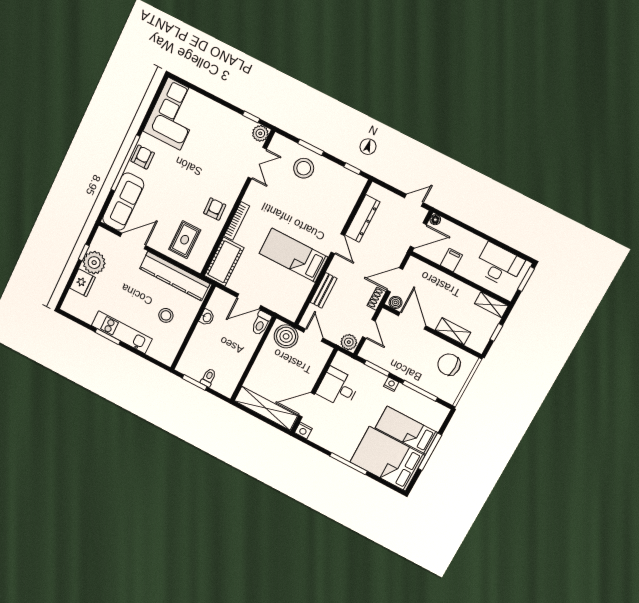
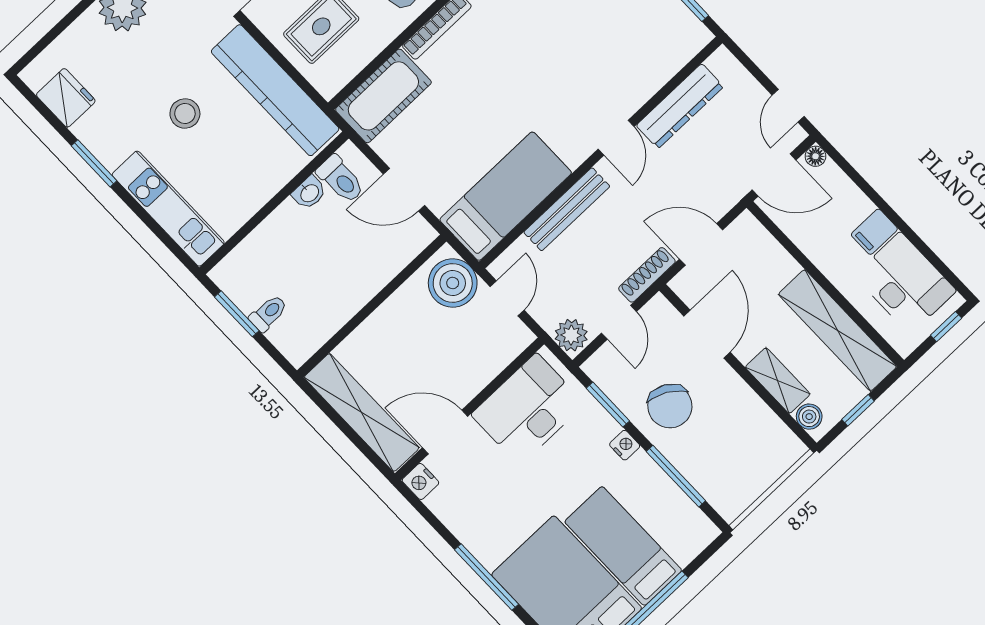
door: (414, 200) -> (788, 106), swing flipped
bed: (294, 255) -> (506, 196), moved, turned 90
filing cabinet: (451, 260) -> (874, 232), moved, turned 180
window: (526, 279) -> (946, 327), width x0.67
fridge: (82, 283) -> (66, 98), moved, turned -90
bench: (324, 290) -> (567, 209), width x1.36
shoe rack: (376, 299) -> (647, 275), width x1.43
boiler: (396, 302) -> (809, 417), moved
shelving: (491, 305) -> (838, 330), width x2.20, depth x1.33
stool: (166, 315) -> (185, 113), moved
toilet: (261, 323) -> (341, 179), moved, turned -90
kitchen unit: (122, 332) -> (168, 209), moved
chair: (449, 365) -> (670, 406), moved, turned -151
desk: (338, 388) -> (528, 409), width x1.37

